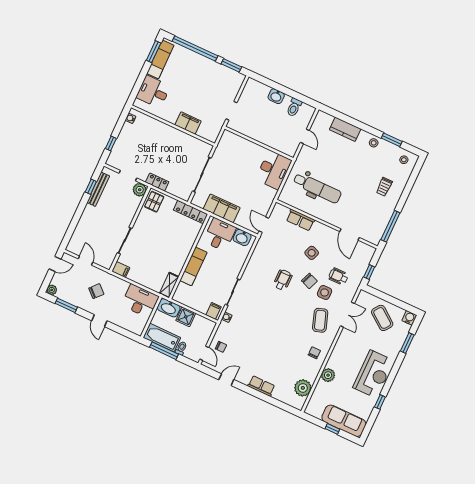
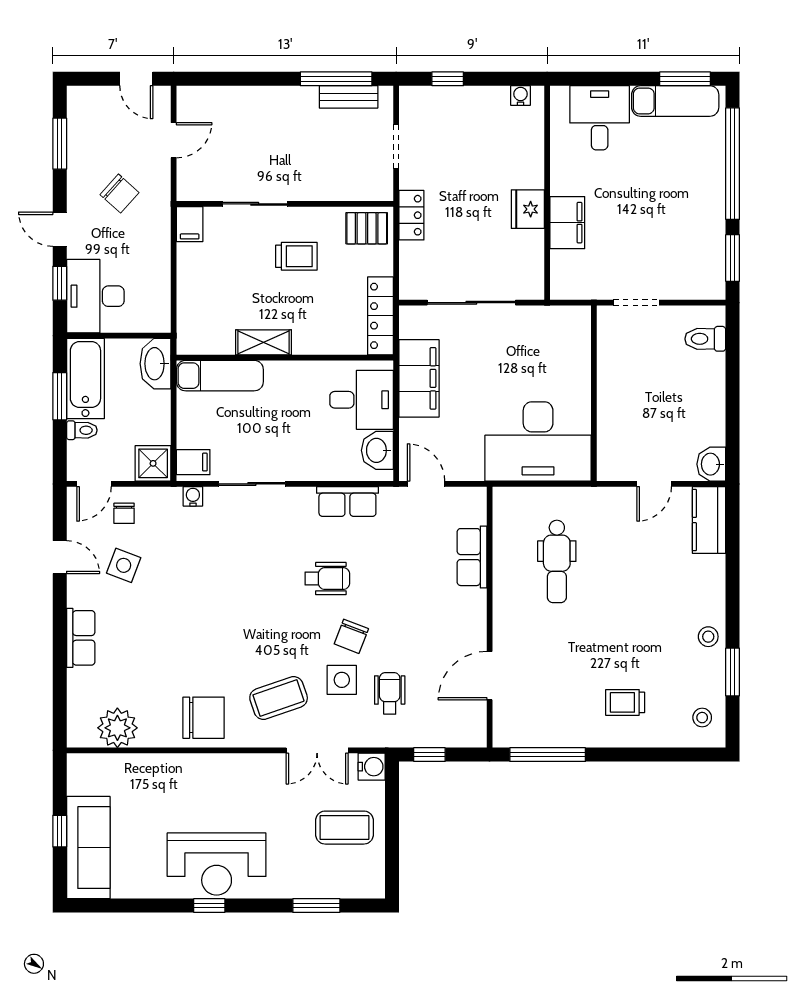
washbasin: (276, 96) -> (711, 464), moved
toilet: (294, 107) -> (705, 339), moved
kitchen counter: (345, 129) -> (709, 520), moved
fridge: (176, 136) -> (528, 209), added
desk: (274, 170) -> (538, 441), width x1.36, depth x1.30
window: (91, 187) -> (336, 79), width x2.17
dental chair: (317, 188) -> (557, 561), width x0.73, depth x0.72
bench: (98, 189) -> (349, 97), width x0.73
plant: (140, 190) -> (378, 186), removed
door: (264, 225) -> (426, 484), hinge flipped
trolley: (152, 234) -> (296, 256), added
side table: (312, 253) -> (124, 565), moved
row of seats: (257, 258) -> (347, 502), added
exam couch: (193, 266) -> (220, 376), moved
shelving: (169, 285) -> (264, 342), moved
plant: (52, 290) -> (78, 97), removed
desk: (140, 301) -> (95, 296), moved, turned 180
shower: (186, 317) -> (153, 463), moved
coffee table: (382, 318) -> (345, 828), turned 53
water cooler: (409, 318) -> (372, 767), moved
door: (99, 321) -> (60, 229), hinge flipped
window: (120, 330) -> (60, 283), added
window: (164, 351) -> (60, 396), width x0.69
chair: (314, 353) -> (204, 718), width x1.87, depth x1.87
plant: (328, 375) -> (170, 769), removed
window: (380, 402) -> (209, 906), moved

